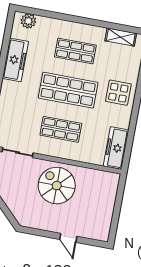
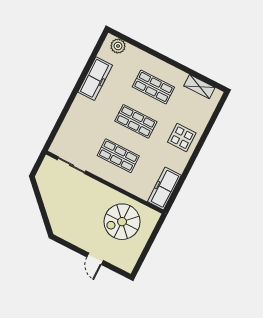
shop shelf: (68, 90) -> (136, 121), width x0.70, depth x0.74
spiral stairs: (57, 186) -> (122, 222), moved, turned -90

